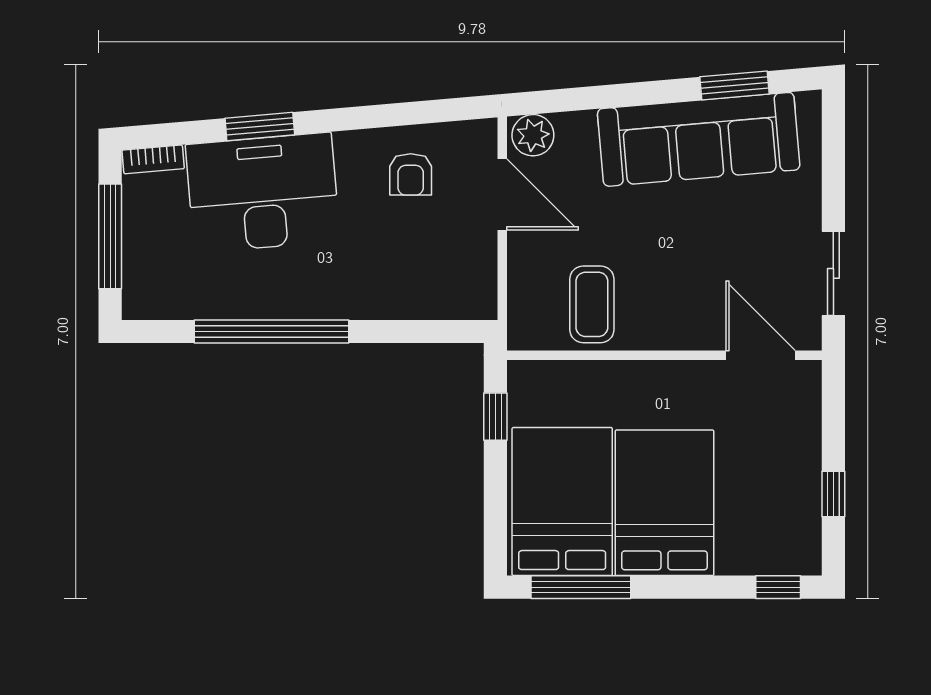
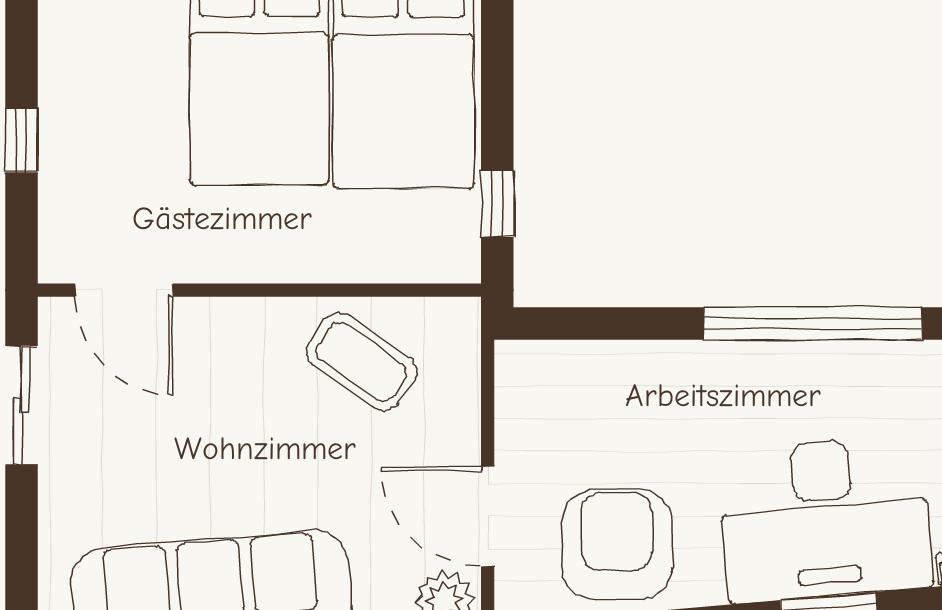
armchair: (411, 174) -> (617, 545), width x1.88, depth x1.88
coffee table: (592, 304) -> (361, 362), turned -55
window: (833, 494) -> (21, 140), moved

